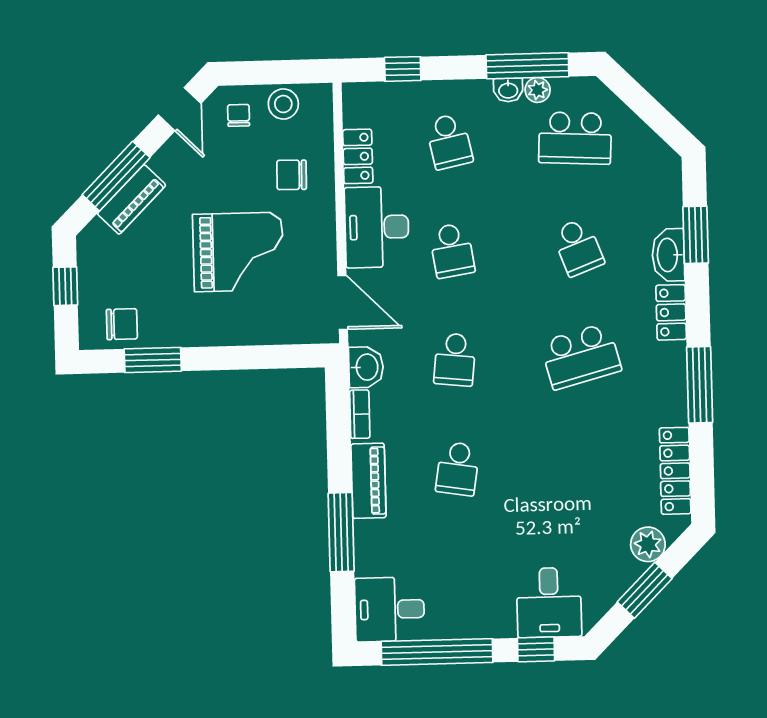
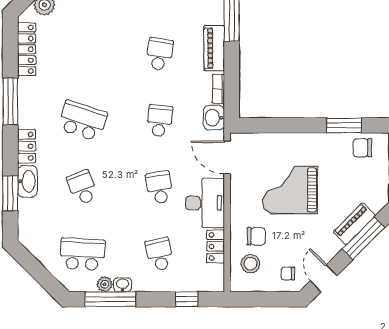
stool: (283, 104) -> (250, 264), moved
chair: (239, 115) -> (288, 274), turned 90
school desk: (581, 356) -> (82, 121), turned 33

